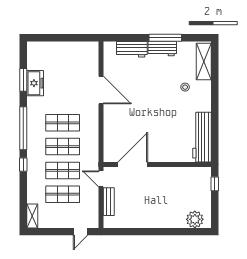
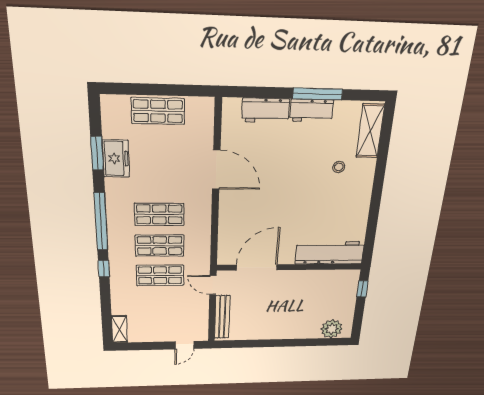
workbench: (202, 137) -> (330, 253), moved, turned 90
shop shelf: (63, 194) -> (158, 111), moved
bench: (109, 202) -> (222, 317), width x1.36

